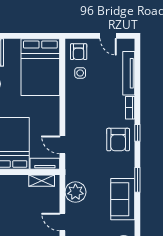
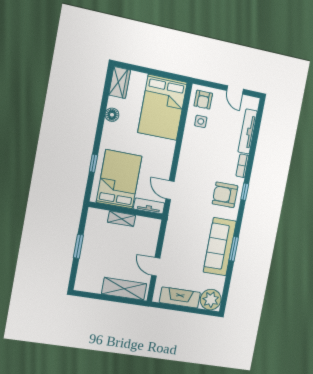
armchair: (118, 140) -> (225, 195), turned 90
window: (137, 180) -> (234, 249), moved
shelving: (42, 181) -> (122, 219), moved
plant: (75, 192) -> (174, 239), removed
sofa: (123, 199) -> (220, 247), width x1.36

